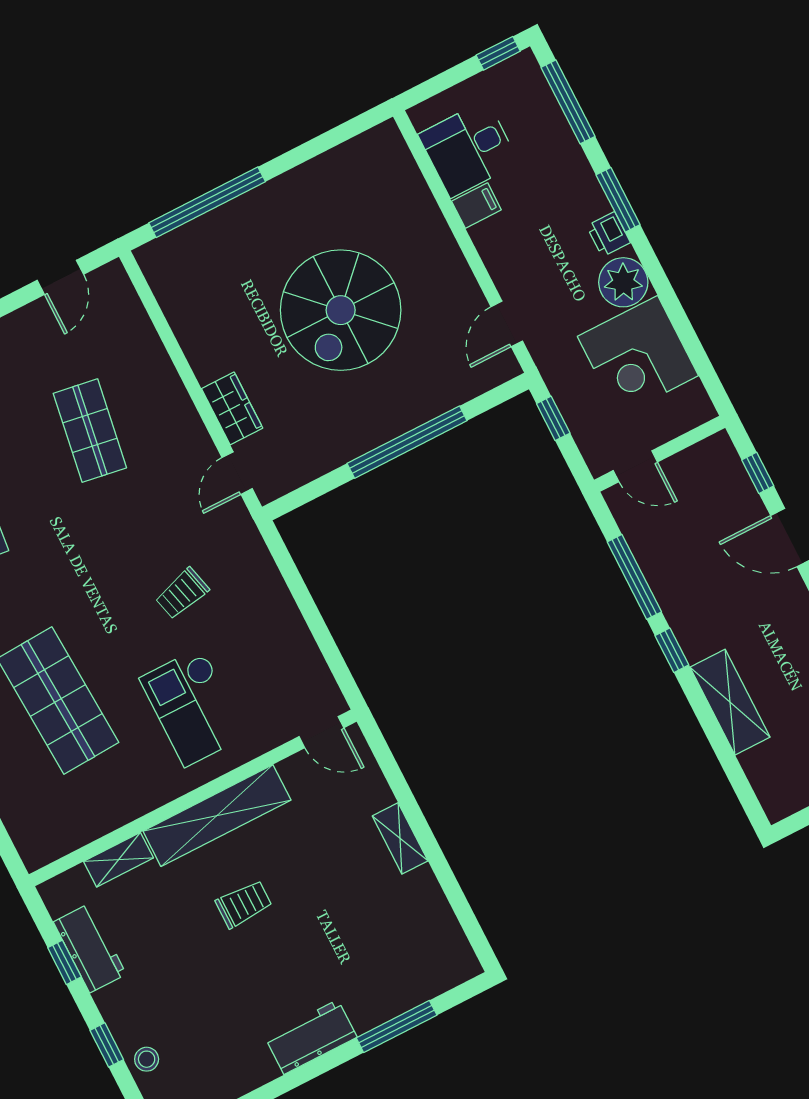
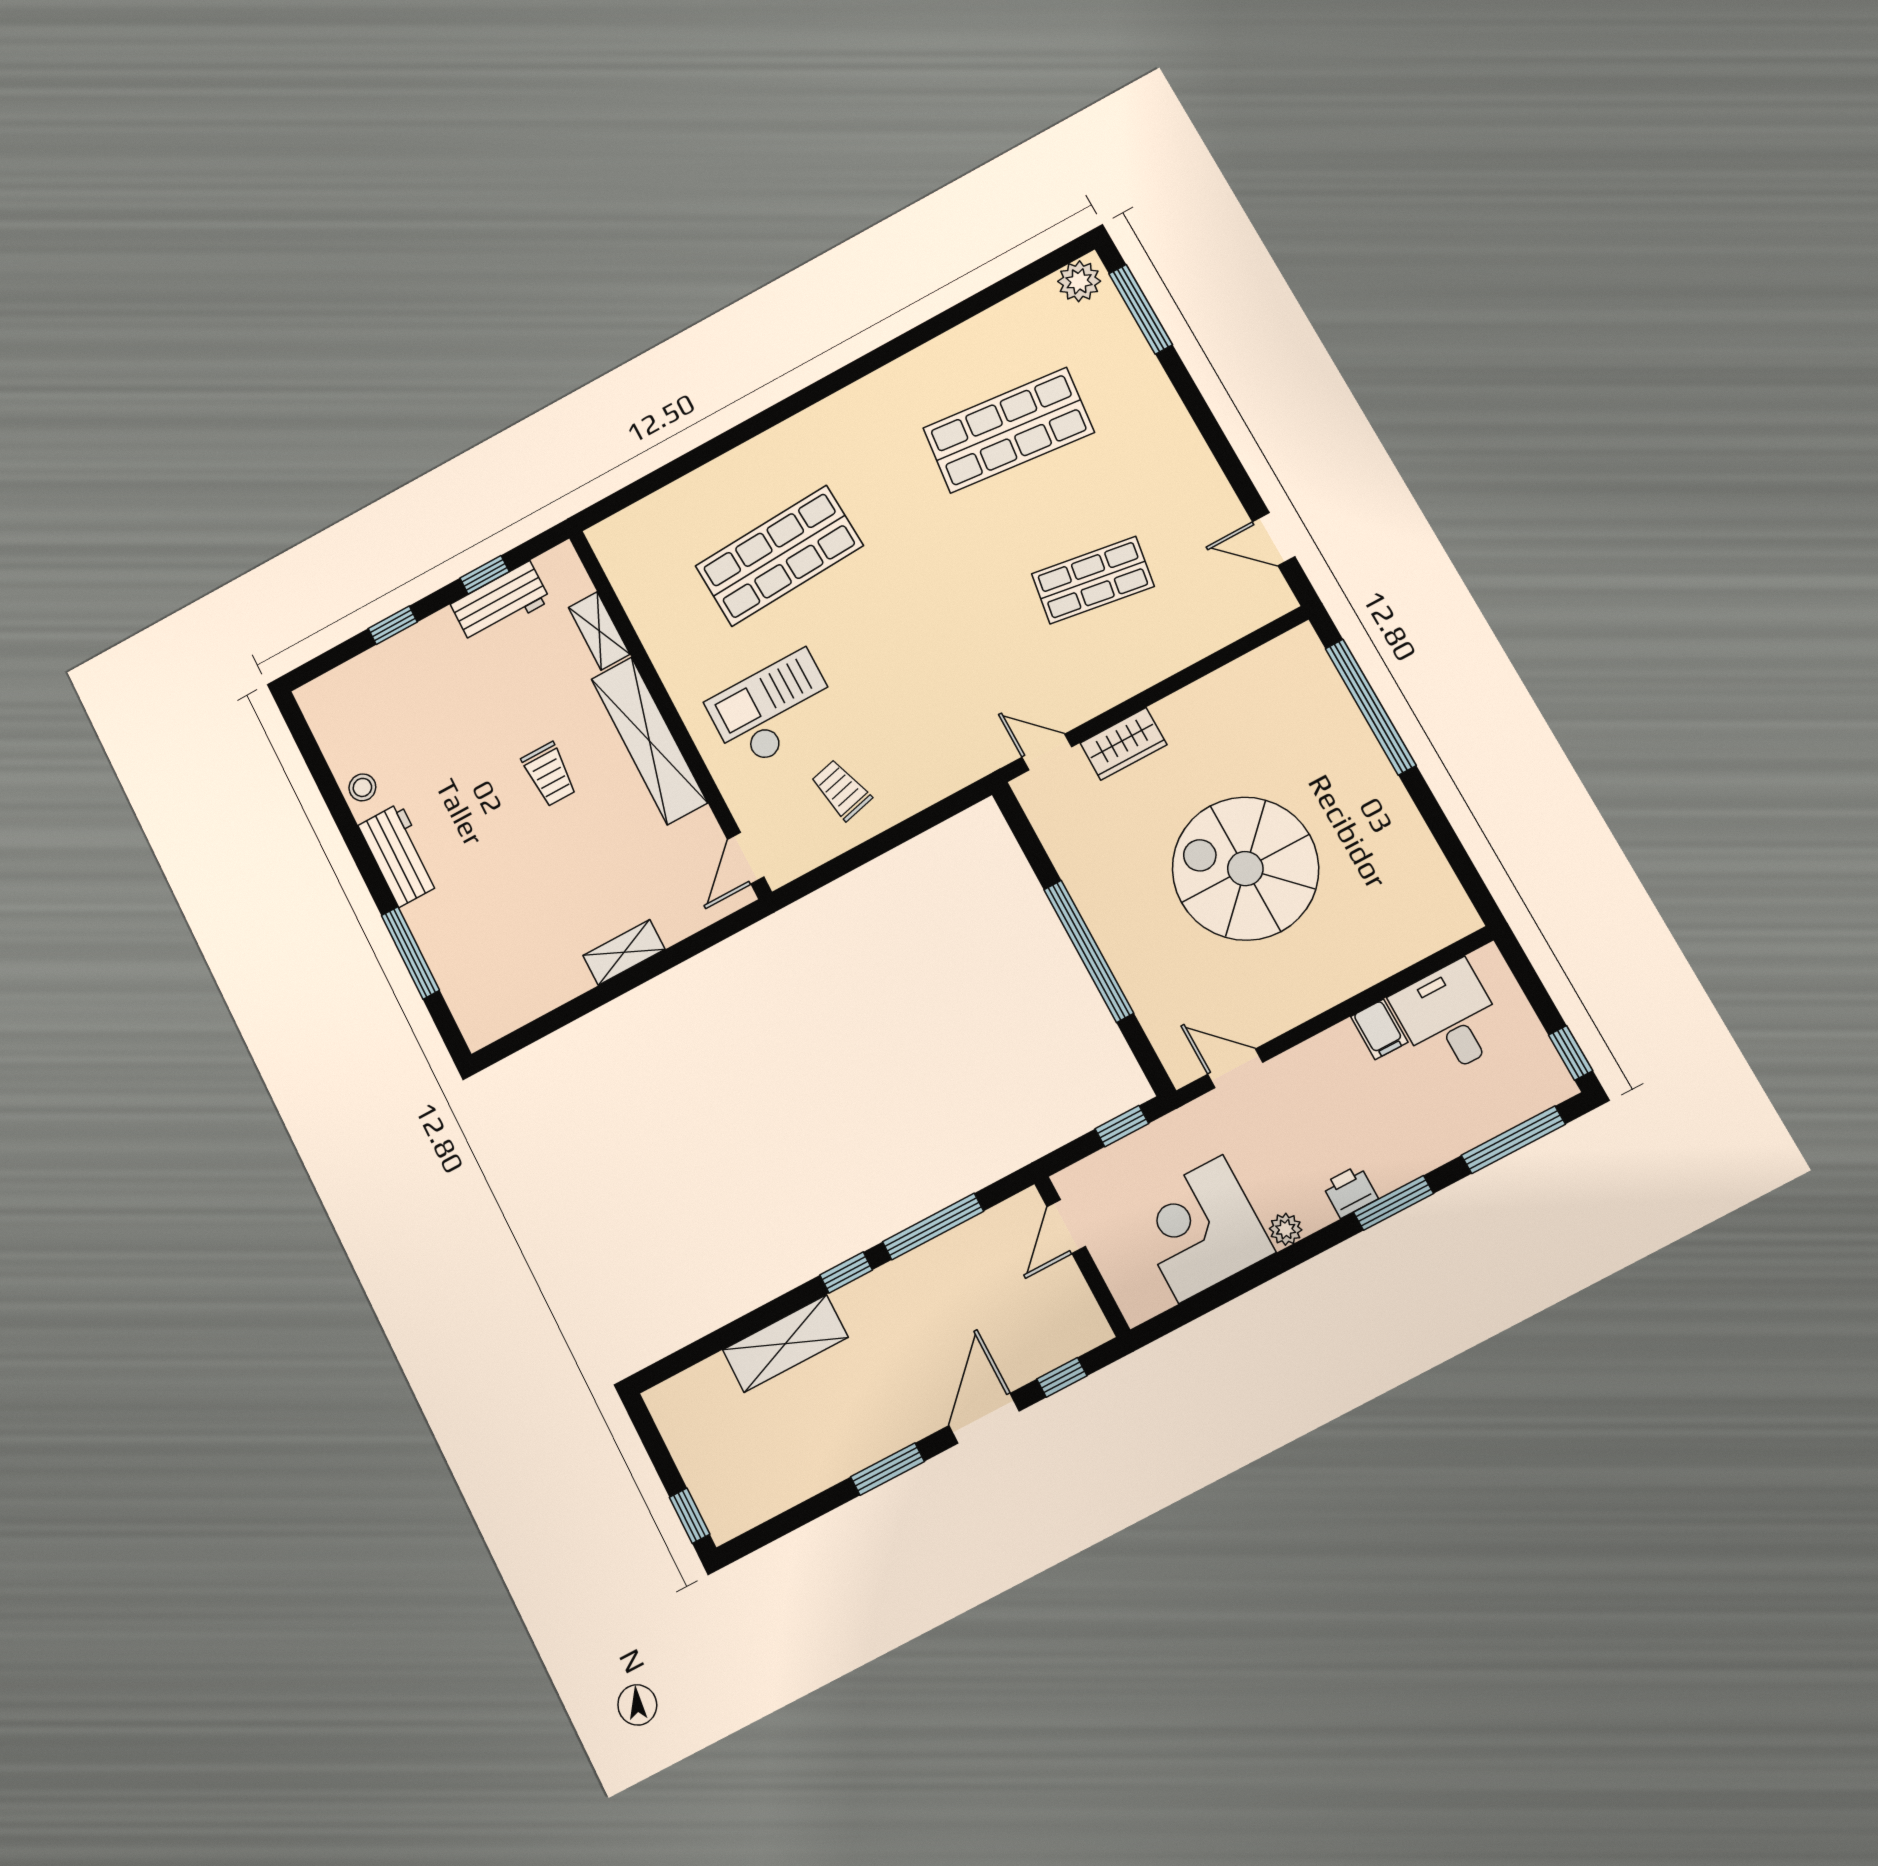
plant: (623, 282) -> (1286, 1229), width x0.53, depth x0.53
trolley: (182, 593) -> (841, 790), moved
stool: (147, 1059) -> (362, 787), moved

